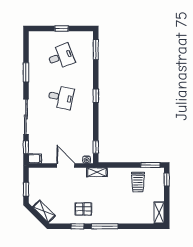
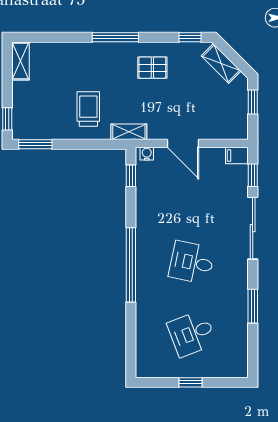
window: (96, 49) -> (131, 346), removed
window: (96, 96) -> (131, 265), width x3.17
trolley: (138, 182) -> (88, 109), moved
window: (78, 226) -> (190, 37), moved

